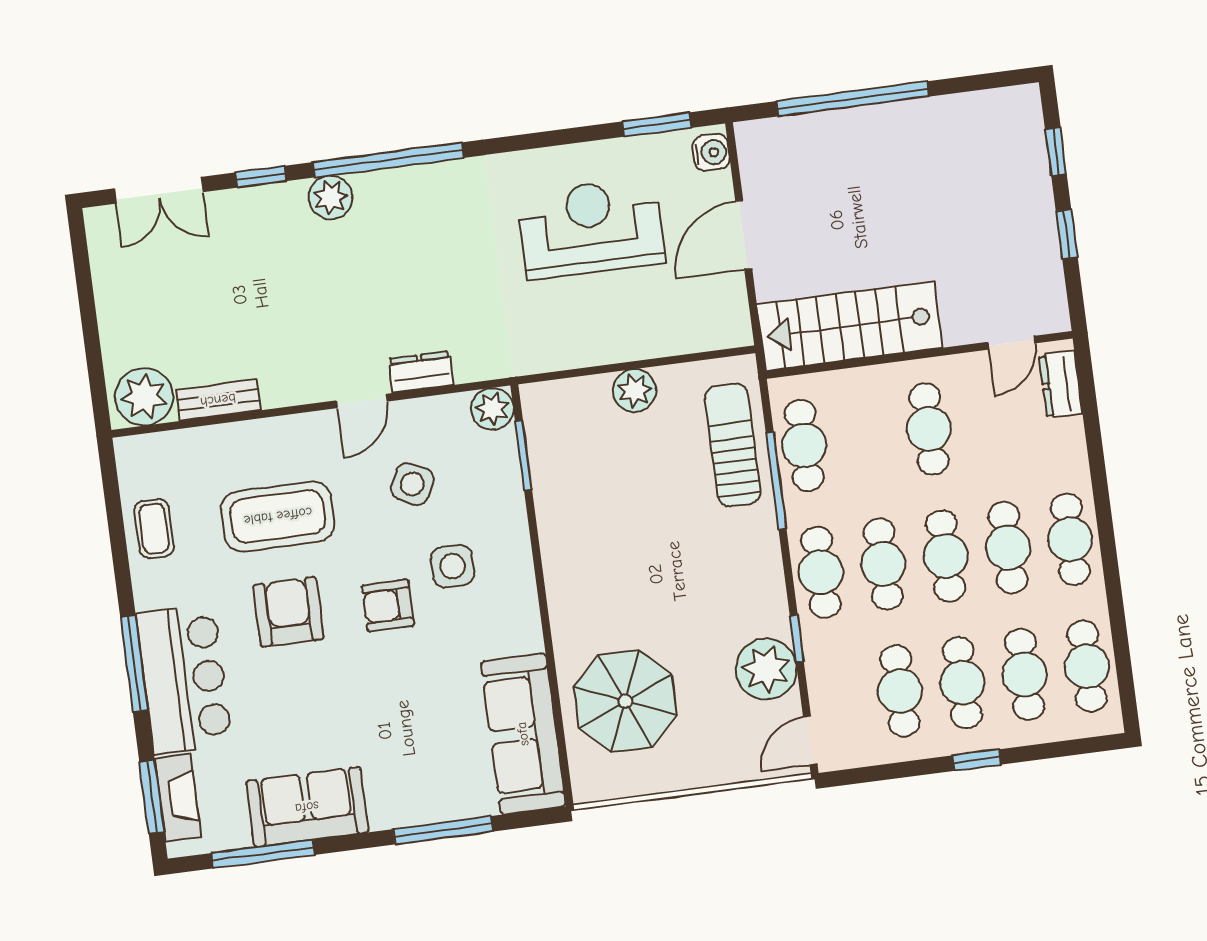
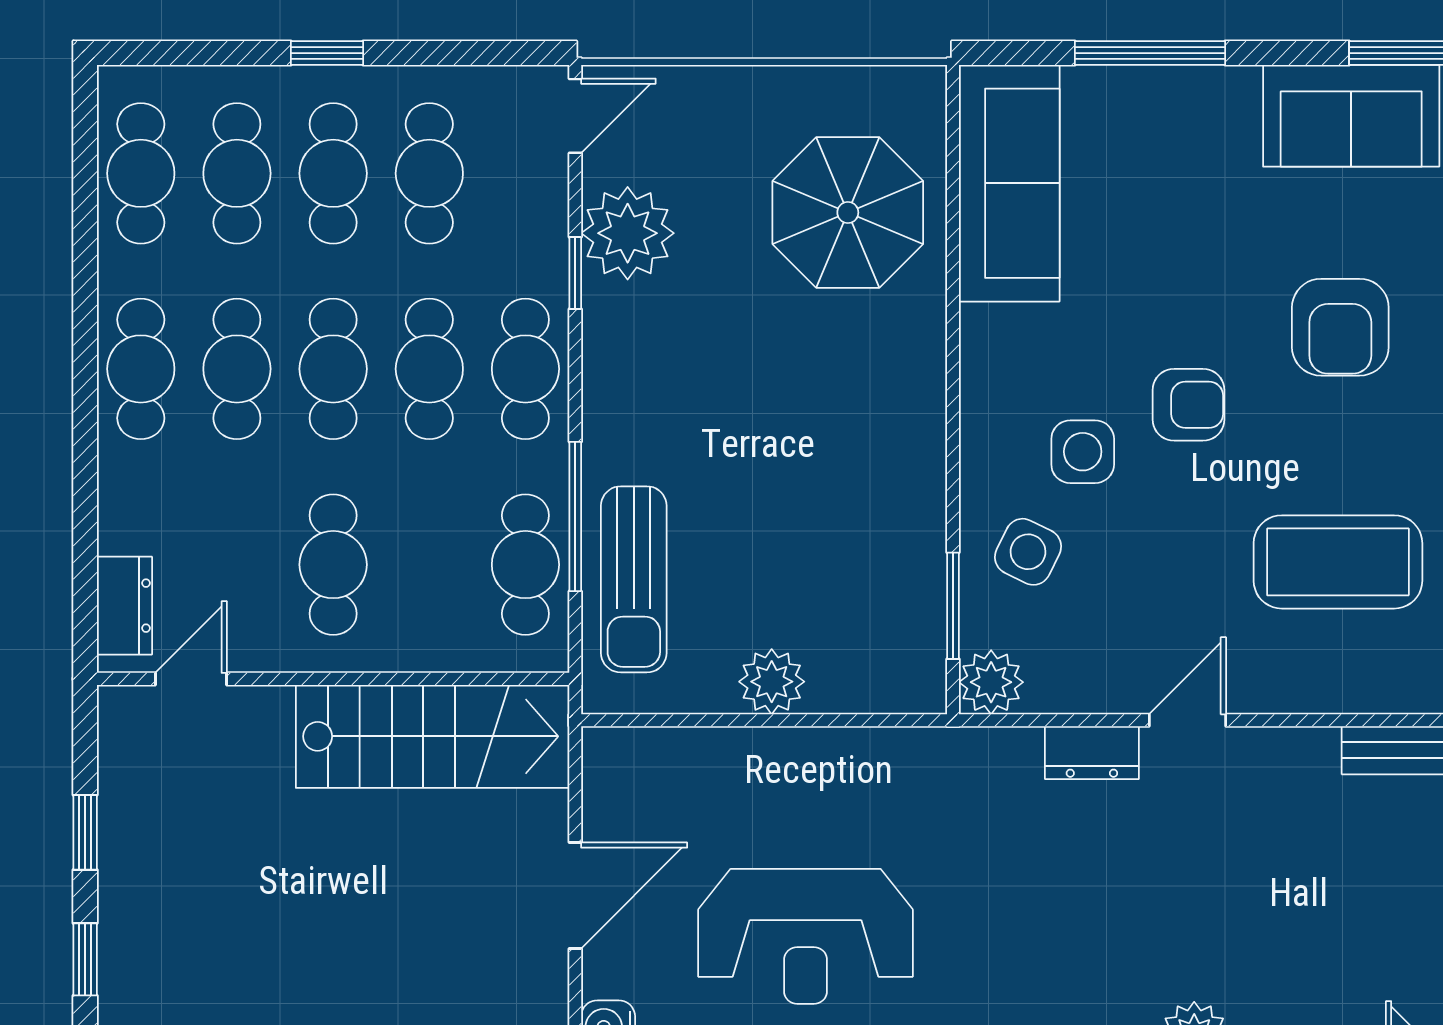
side table: (412, 484) -> (1028, 552), moved
armchair: (288, 612) -> (1340, 327), moved

